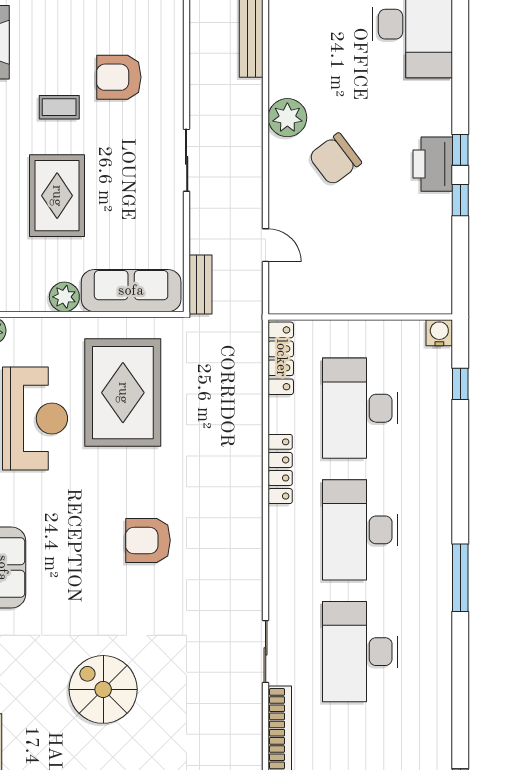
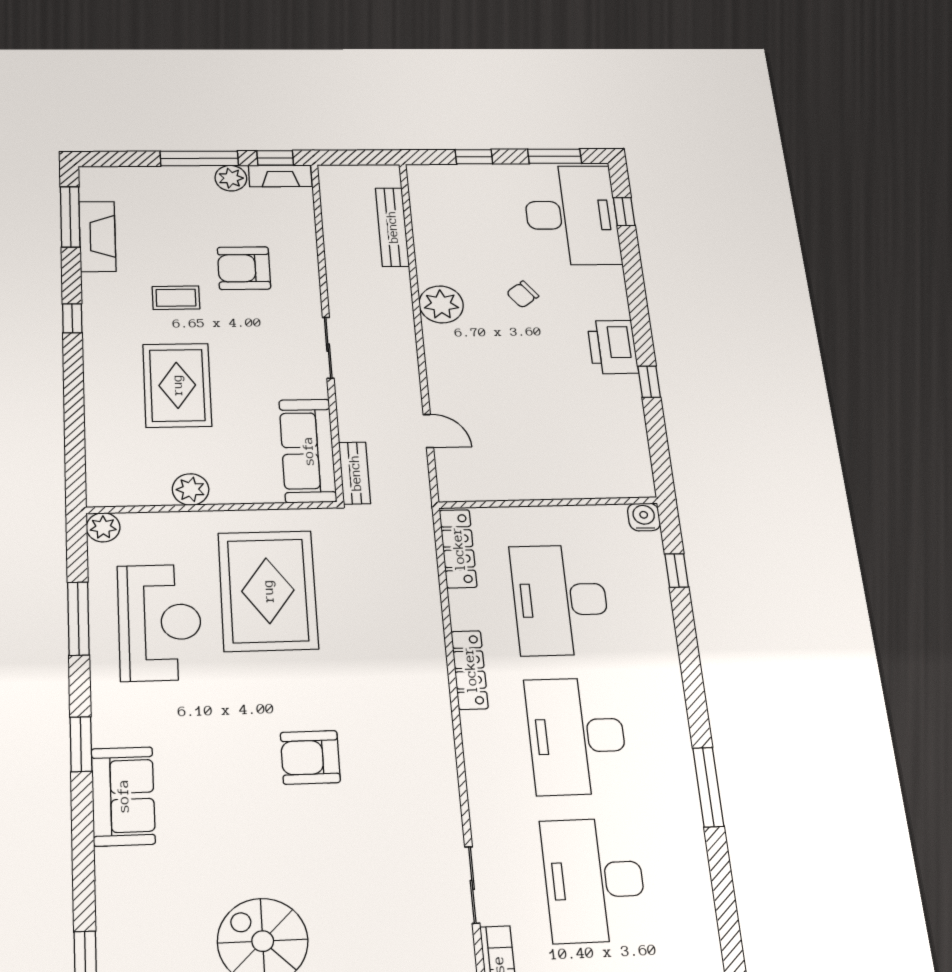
window: (460, 150) -> (624, 212), moved
chair: (335, 159) -> (522, 294), moved, width x0.54, depth x0.54
sofa: (131, 291) -> (308, 451), moved, turned -90

